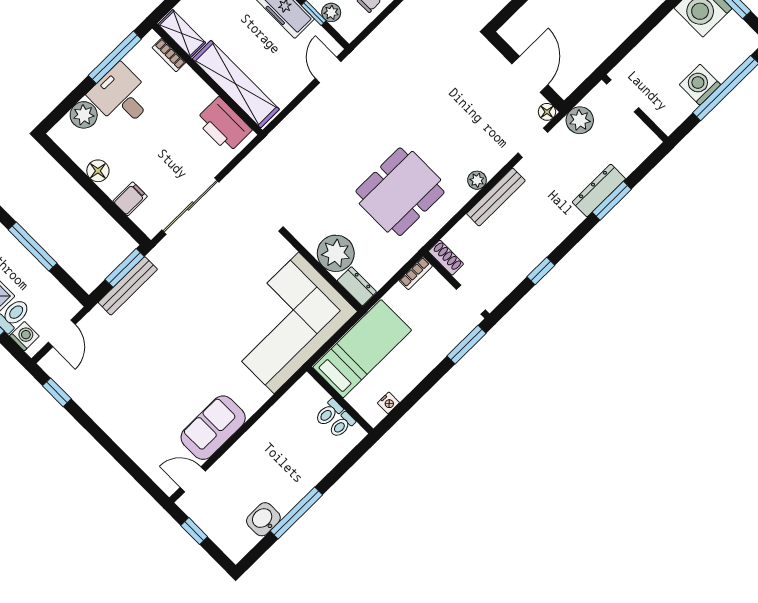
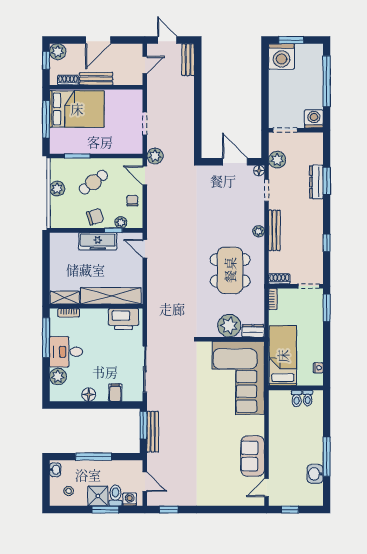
washing machine: (700, 85) -> (314, 119), moved, turned 90

